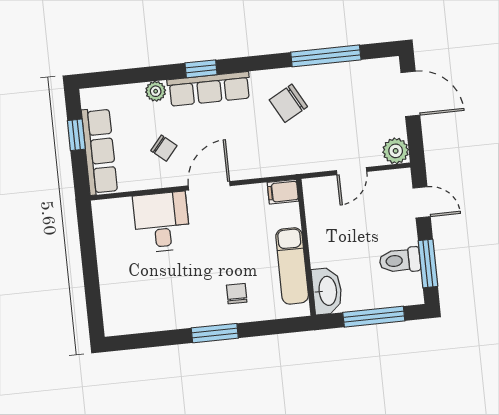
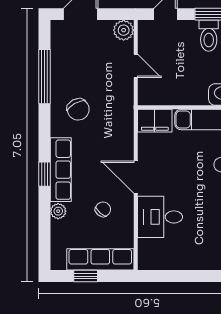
filing cabinet: (283, 192) -> (155, 121), width x2.00

